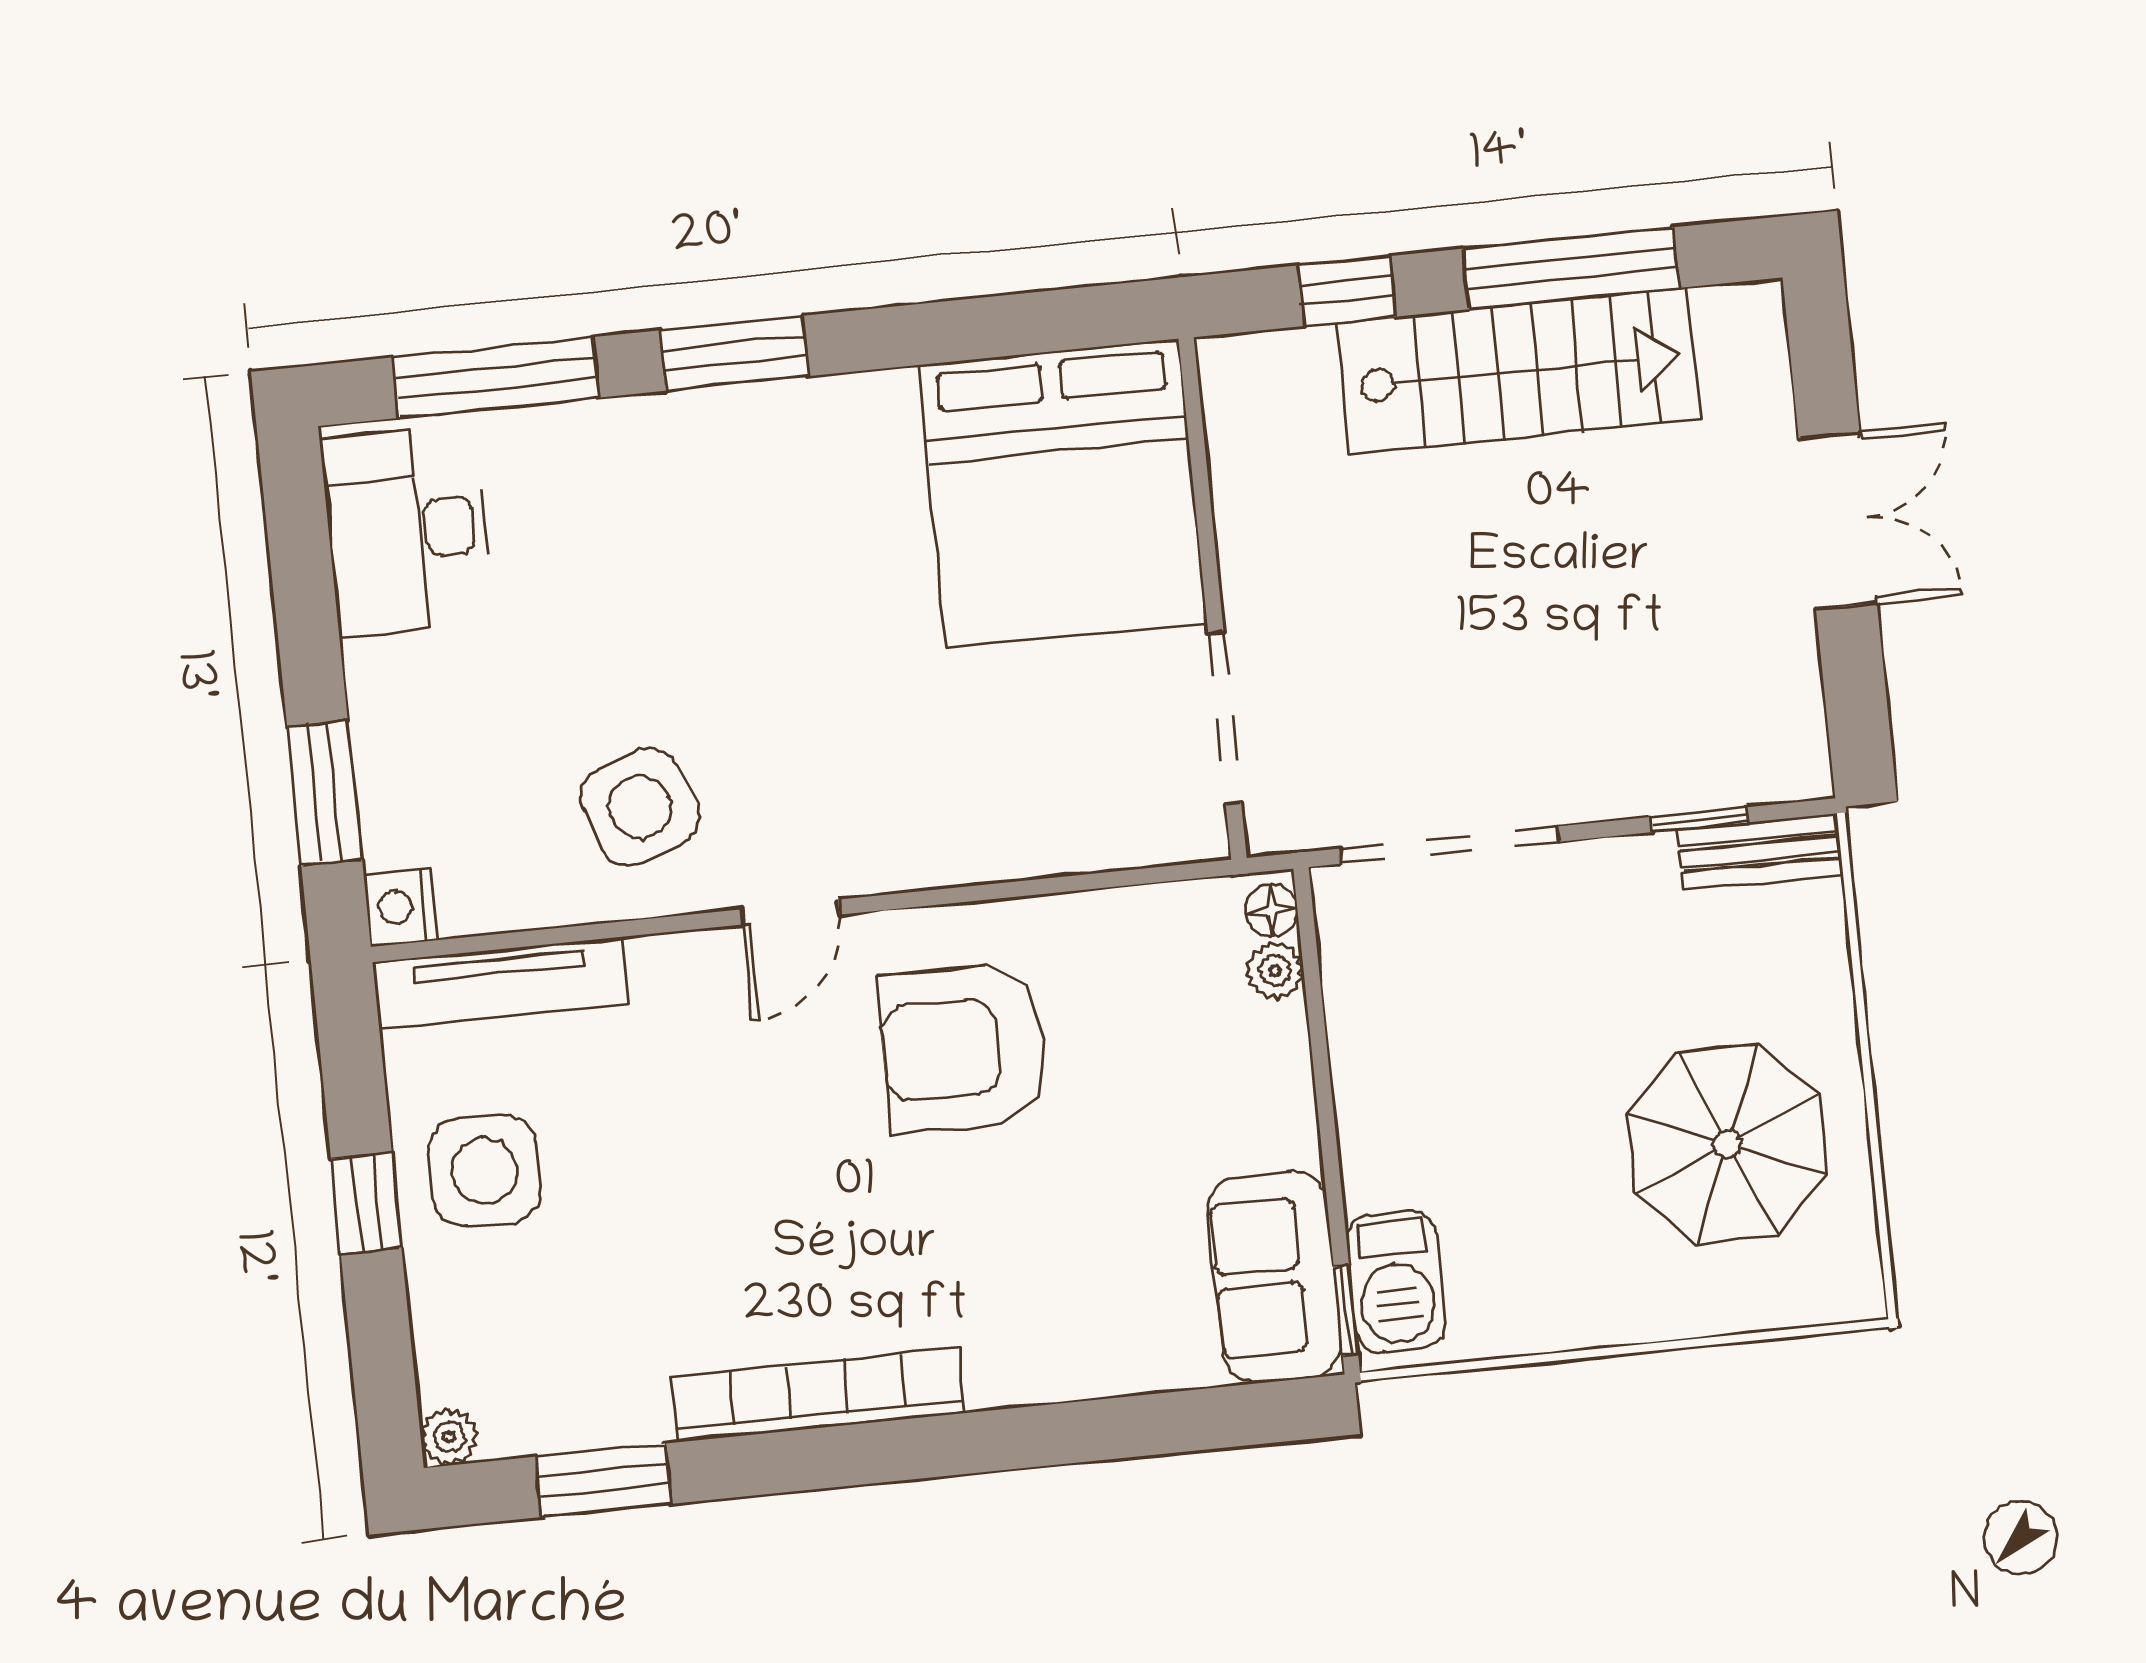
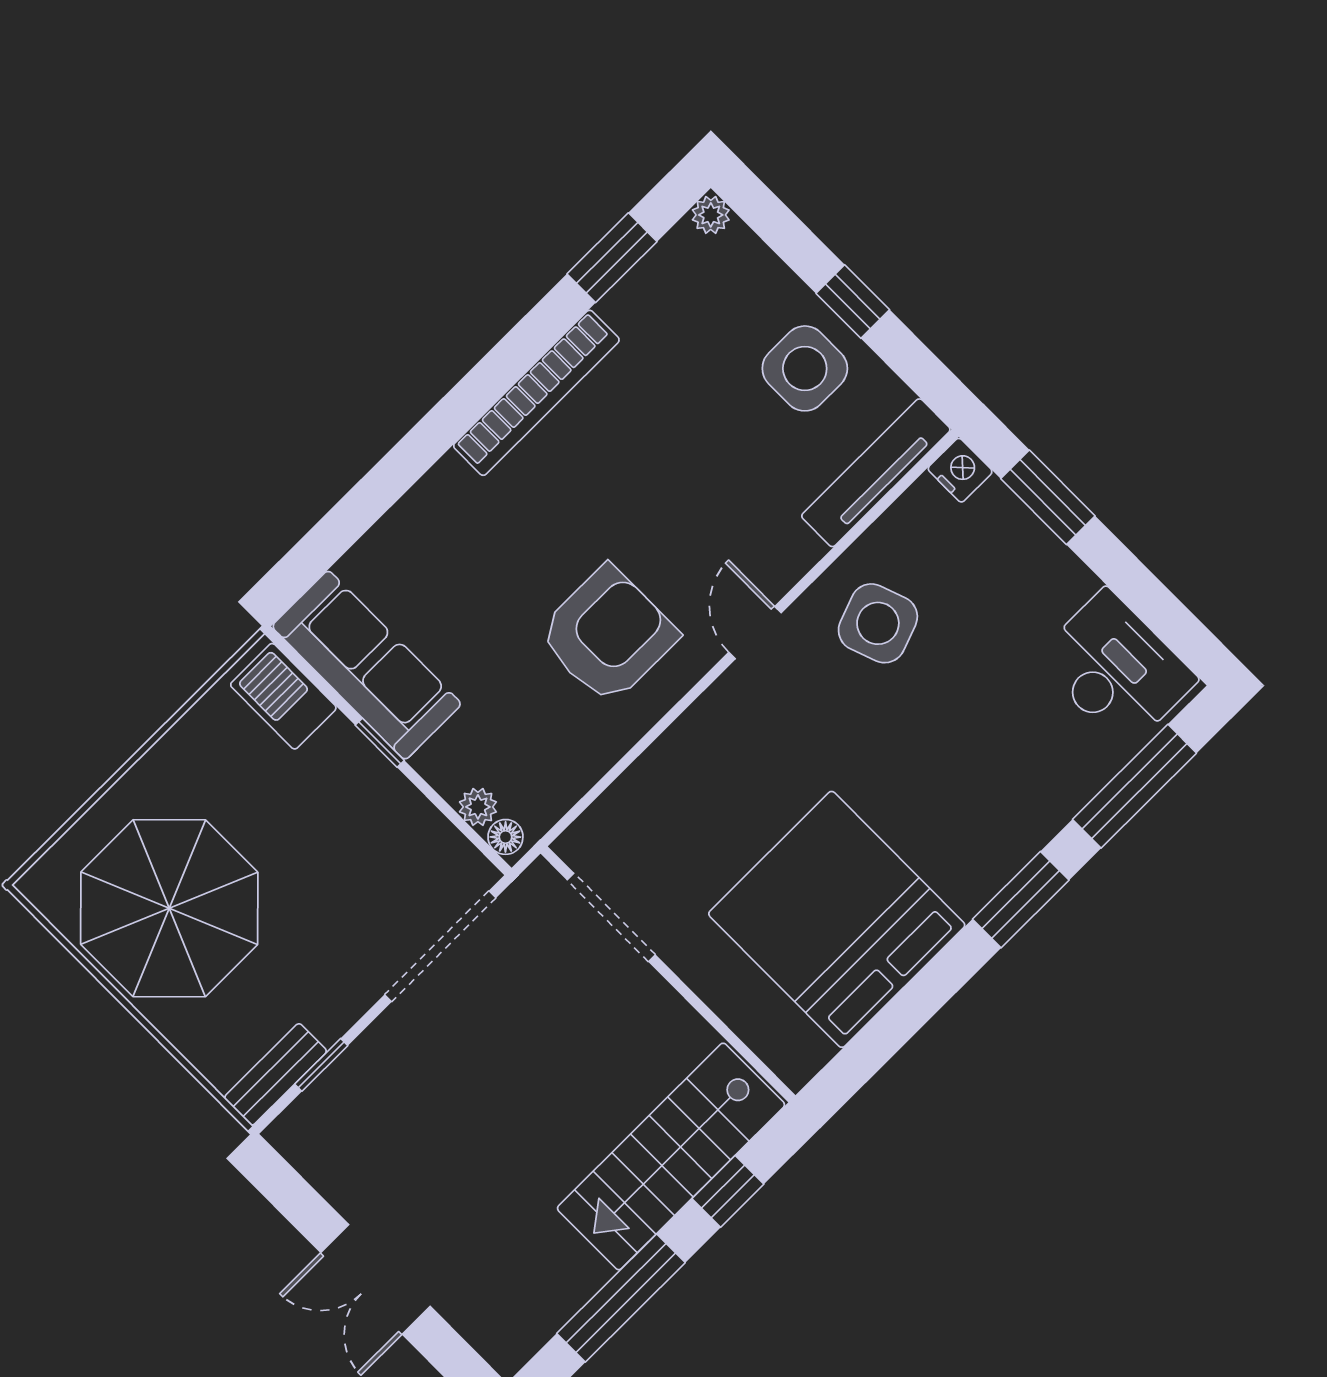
stairs: (1518, 371) -> (671, 1156), moved
bed: (1063, 494) -> (837, 919), moved
parasol: (1727, 1144) -> (169, 908), width x1.36, depth x1.36
sofa: (1274, 1277) -> (367, 665), width x1.36
window: (1346, 1310) -> (380, 743), moved

